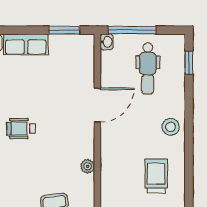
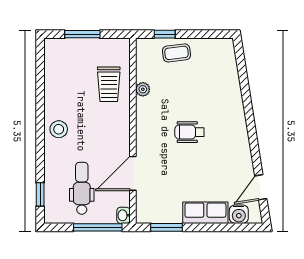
door: (97, 105) -> (133, 173), moved
wheelchair: (21, 128) -> (190, 132), moved, turned 180
trolley: (156, 176) -> (109, 84), moved

